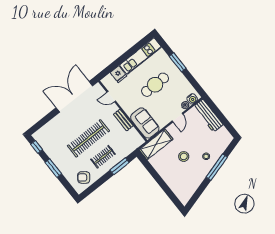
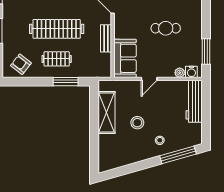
window: (178, 62) -> (206, 52), moved
cafe table: (155, 85) -> (166, 28), width x0.73, depth x0.74
door: (177, 118) -> (149, 79), moved
shelving: (156, 144) -> (107, 112), moved, turned 90
window: (217, 167) -> (178, 155), moved

